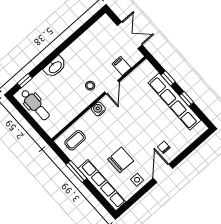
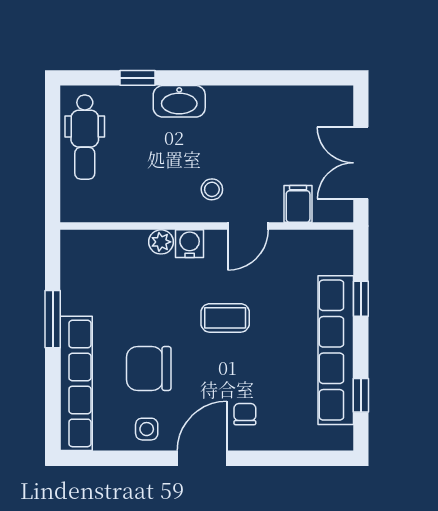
double door: (130, 35) -> (361, 163), swing flipped
window: (25, 81) -> (137, 78), moved
window: (186, 99) -> (361, 395), moved
plant: (89, 117) -> (161, 242), added
coffee table: (75, 140) -> (225, 318), moved
chair: (121, 160) -> (149, 368), turned 180

